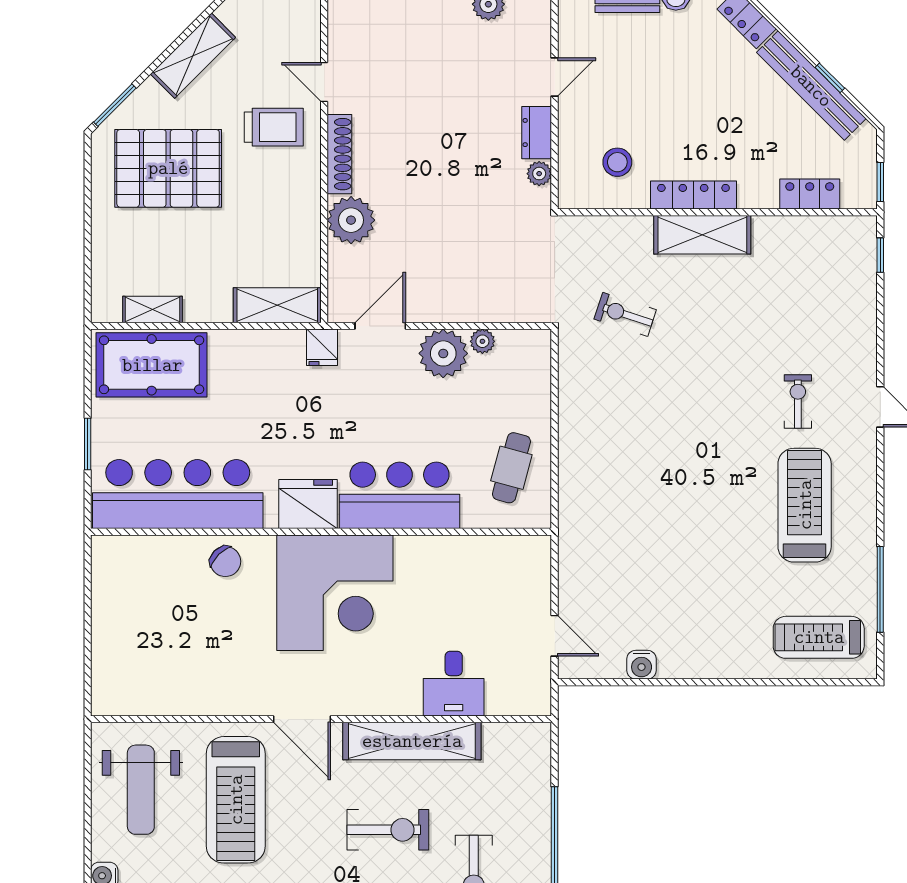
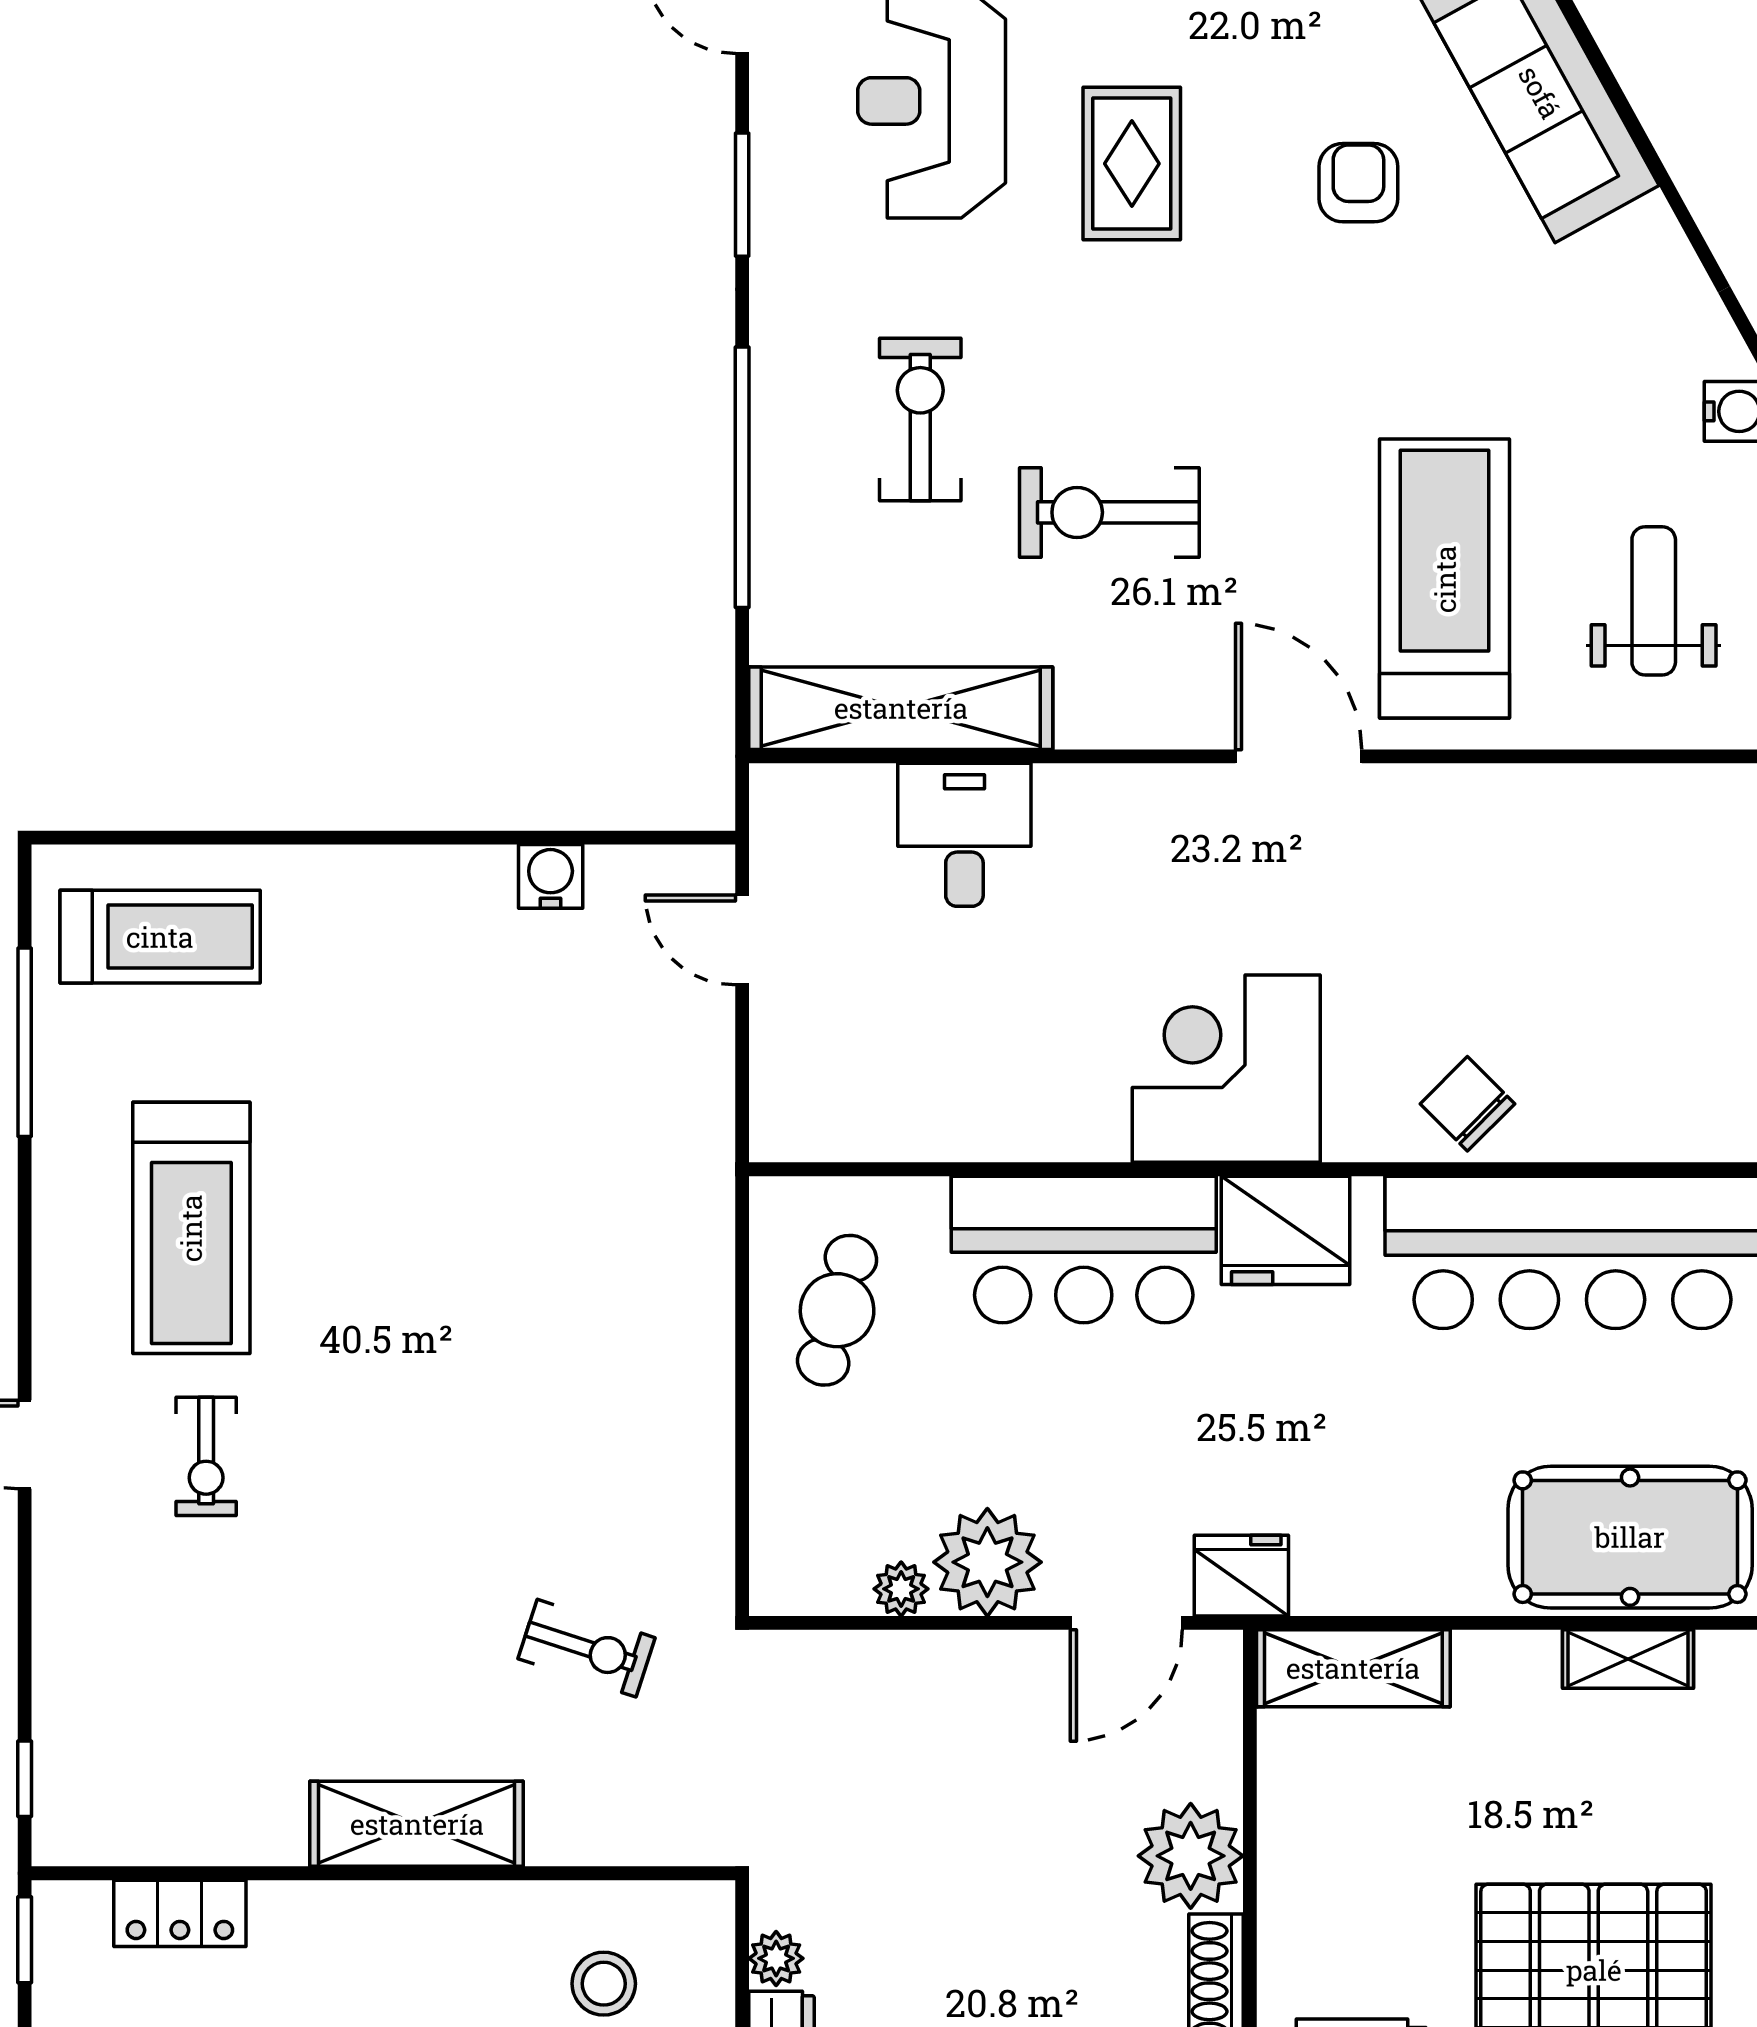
locker: (693, 195) -> (436, 1911), removed
fridge: (322, 347) -> (1241, 1576), width x1.38
corner desk: (335, 593) -> (1226, 1069), width x0.74, depth x0.74
shelving: (412, 741) -> (901, 708), moved
weight bench: (141, 790) -> (1654, 601), width x0.73, depth x0.75

